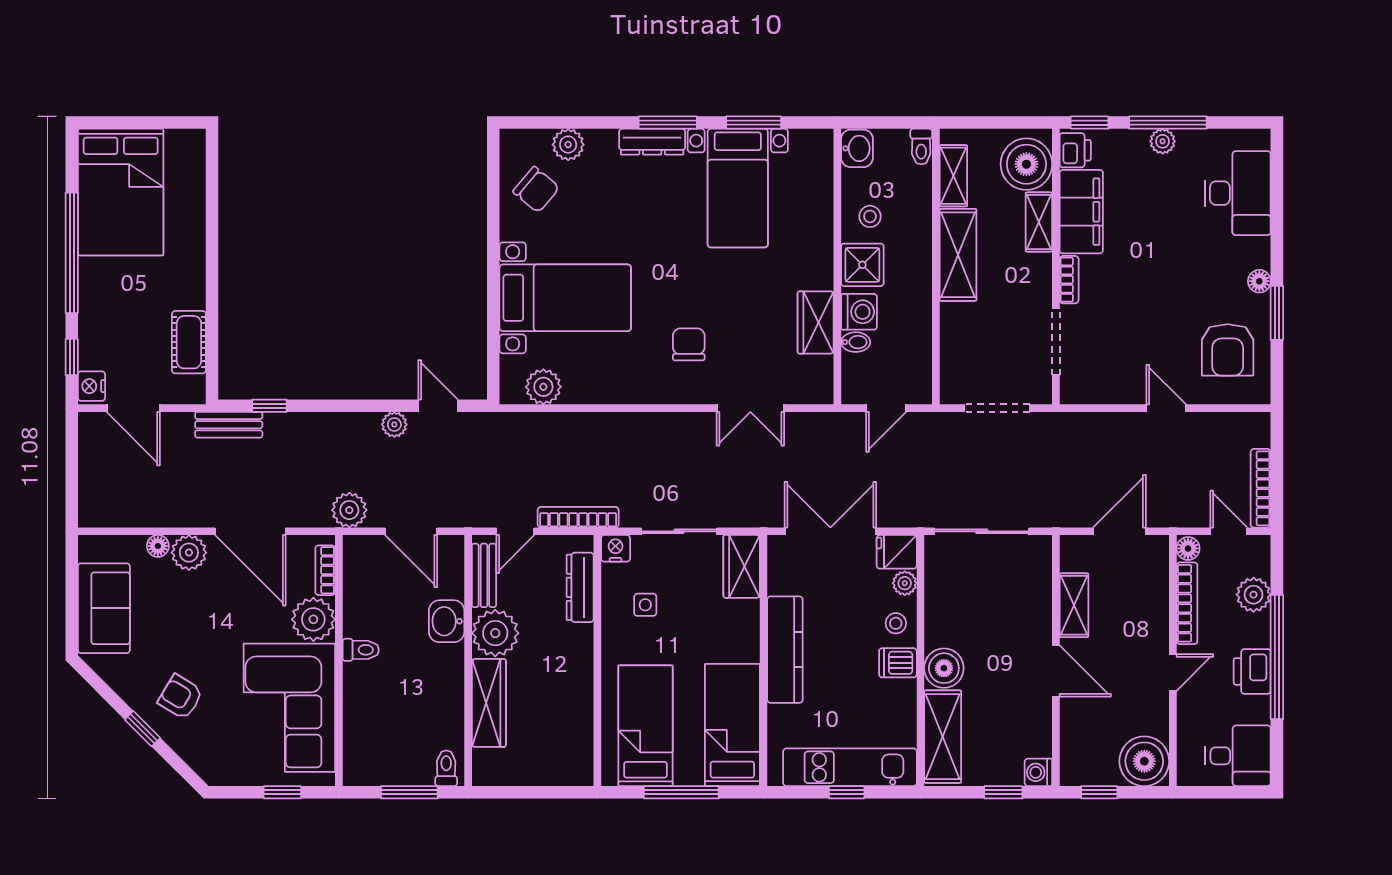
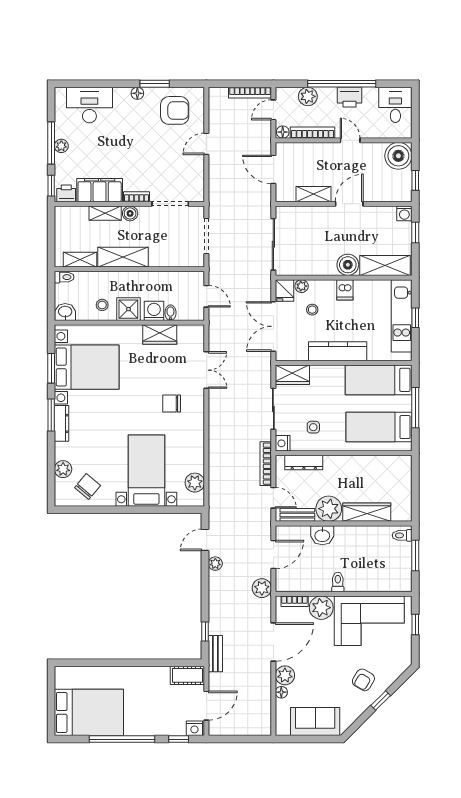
boiler: (1026, 164) -> (130, 213), moved, width x0.54, depth x0.54
bed with nightstands: (738, 188) -> (87, 367), width x1.36
cot: (189, 342) -> (187, 675), moved
stool: (896, 623) -> (312, 310), moved

